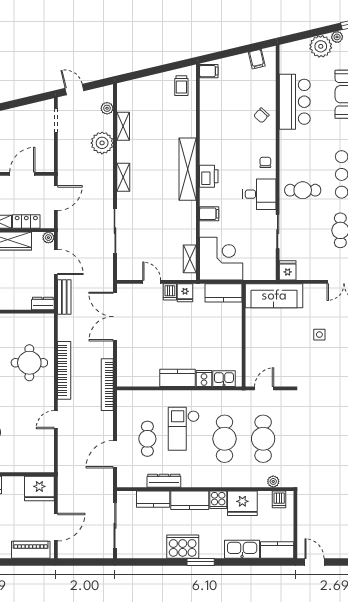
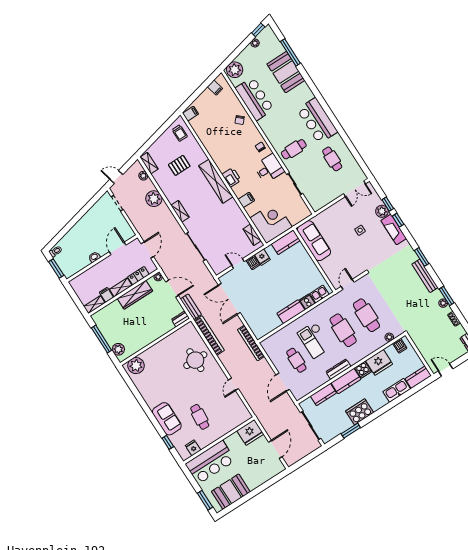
plant: (321, 46) -> (235, 70), moved
pallet: (157, 123) -> (179, 165), added
shelving: (123, 126) -> (149, 163), moved
fridge: (288, 270) -> (316, 204), removed
sofa: (274, 296) -> (314, 241), moved, turned -90
bookcase: (64, 370) -> (209, 335), moved
dresser: (164, 481) -> (338, 369), moved
piano: (31, 550) -> (269, 473), removed
window: (201, 562) -> (351, 431), moved

